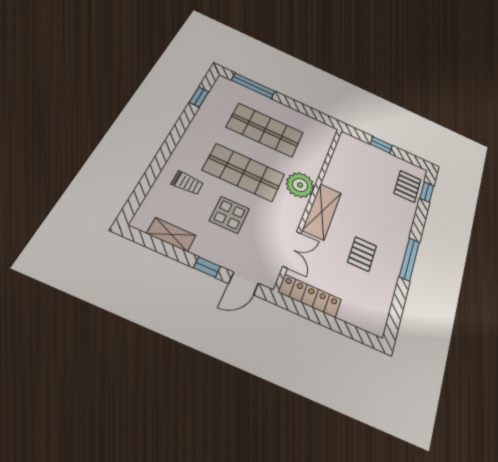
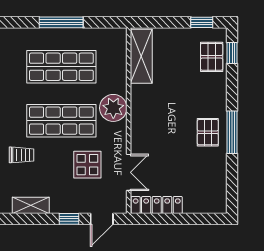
window: (253, 86) -> (61, 22), moved
window: (381, 145) -> (202, 22), moved
shelving: (322, 211) -> (141, 56), moved
display table: (229, 215) -> (87, 165), moved
pallet: (362, 254) -> (208, 132), moved

